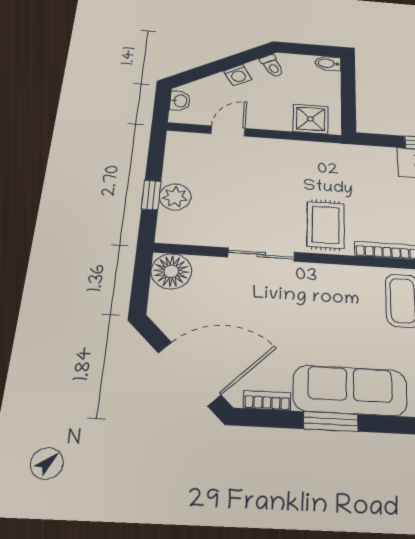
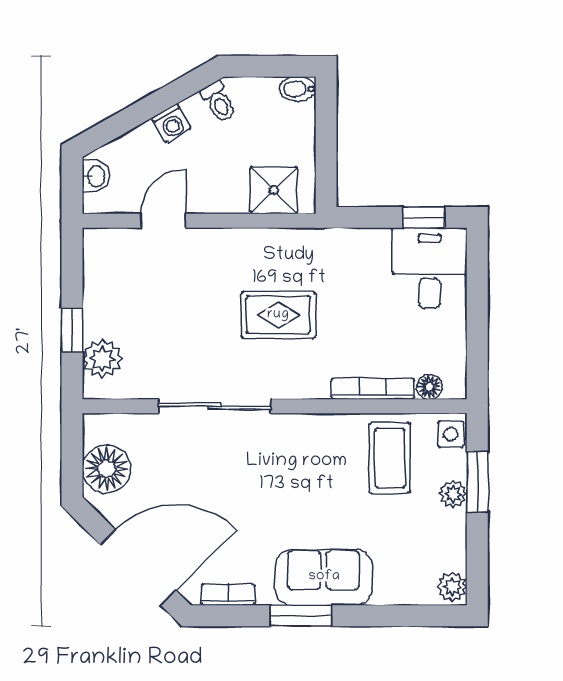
plant: (175, 197) -> (102, 359), moved
rug: (326, 225) -> (278, 315), moved, turned 90
sliding door: (261, 255) -> (215, 406), width x1.37
floor lamp: (171, 271) -> (107, 469), moved
sofa: (350, 390) -> (324, 577), width x0.73

